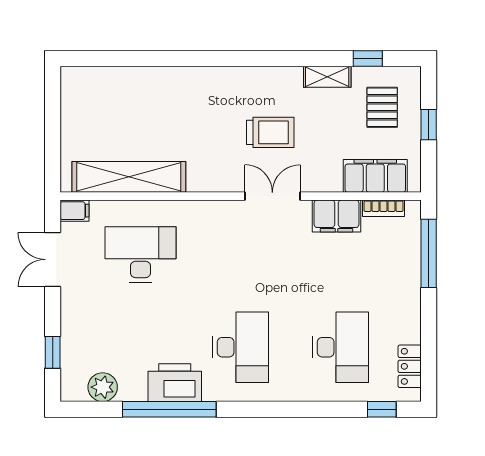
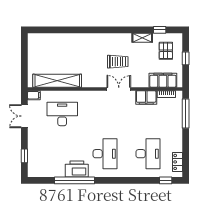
plant: (103, 387) -> (46, 171), removed

